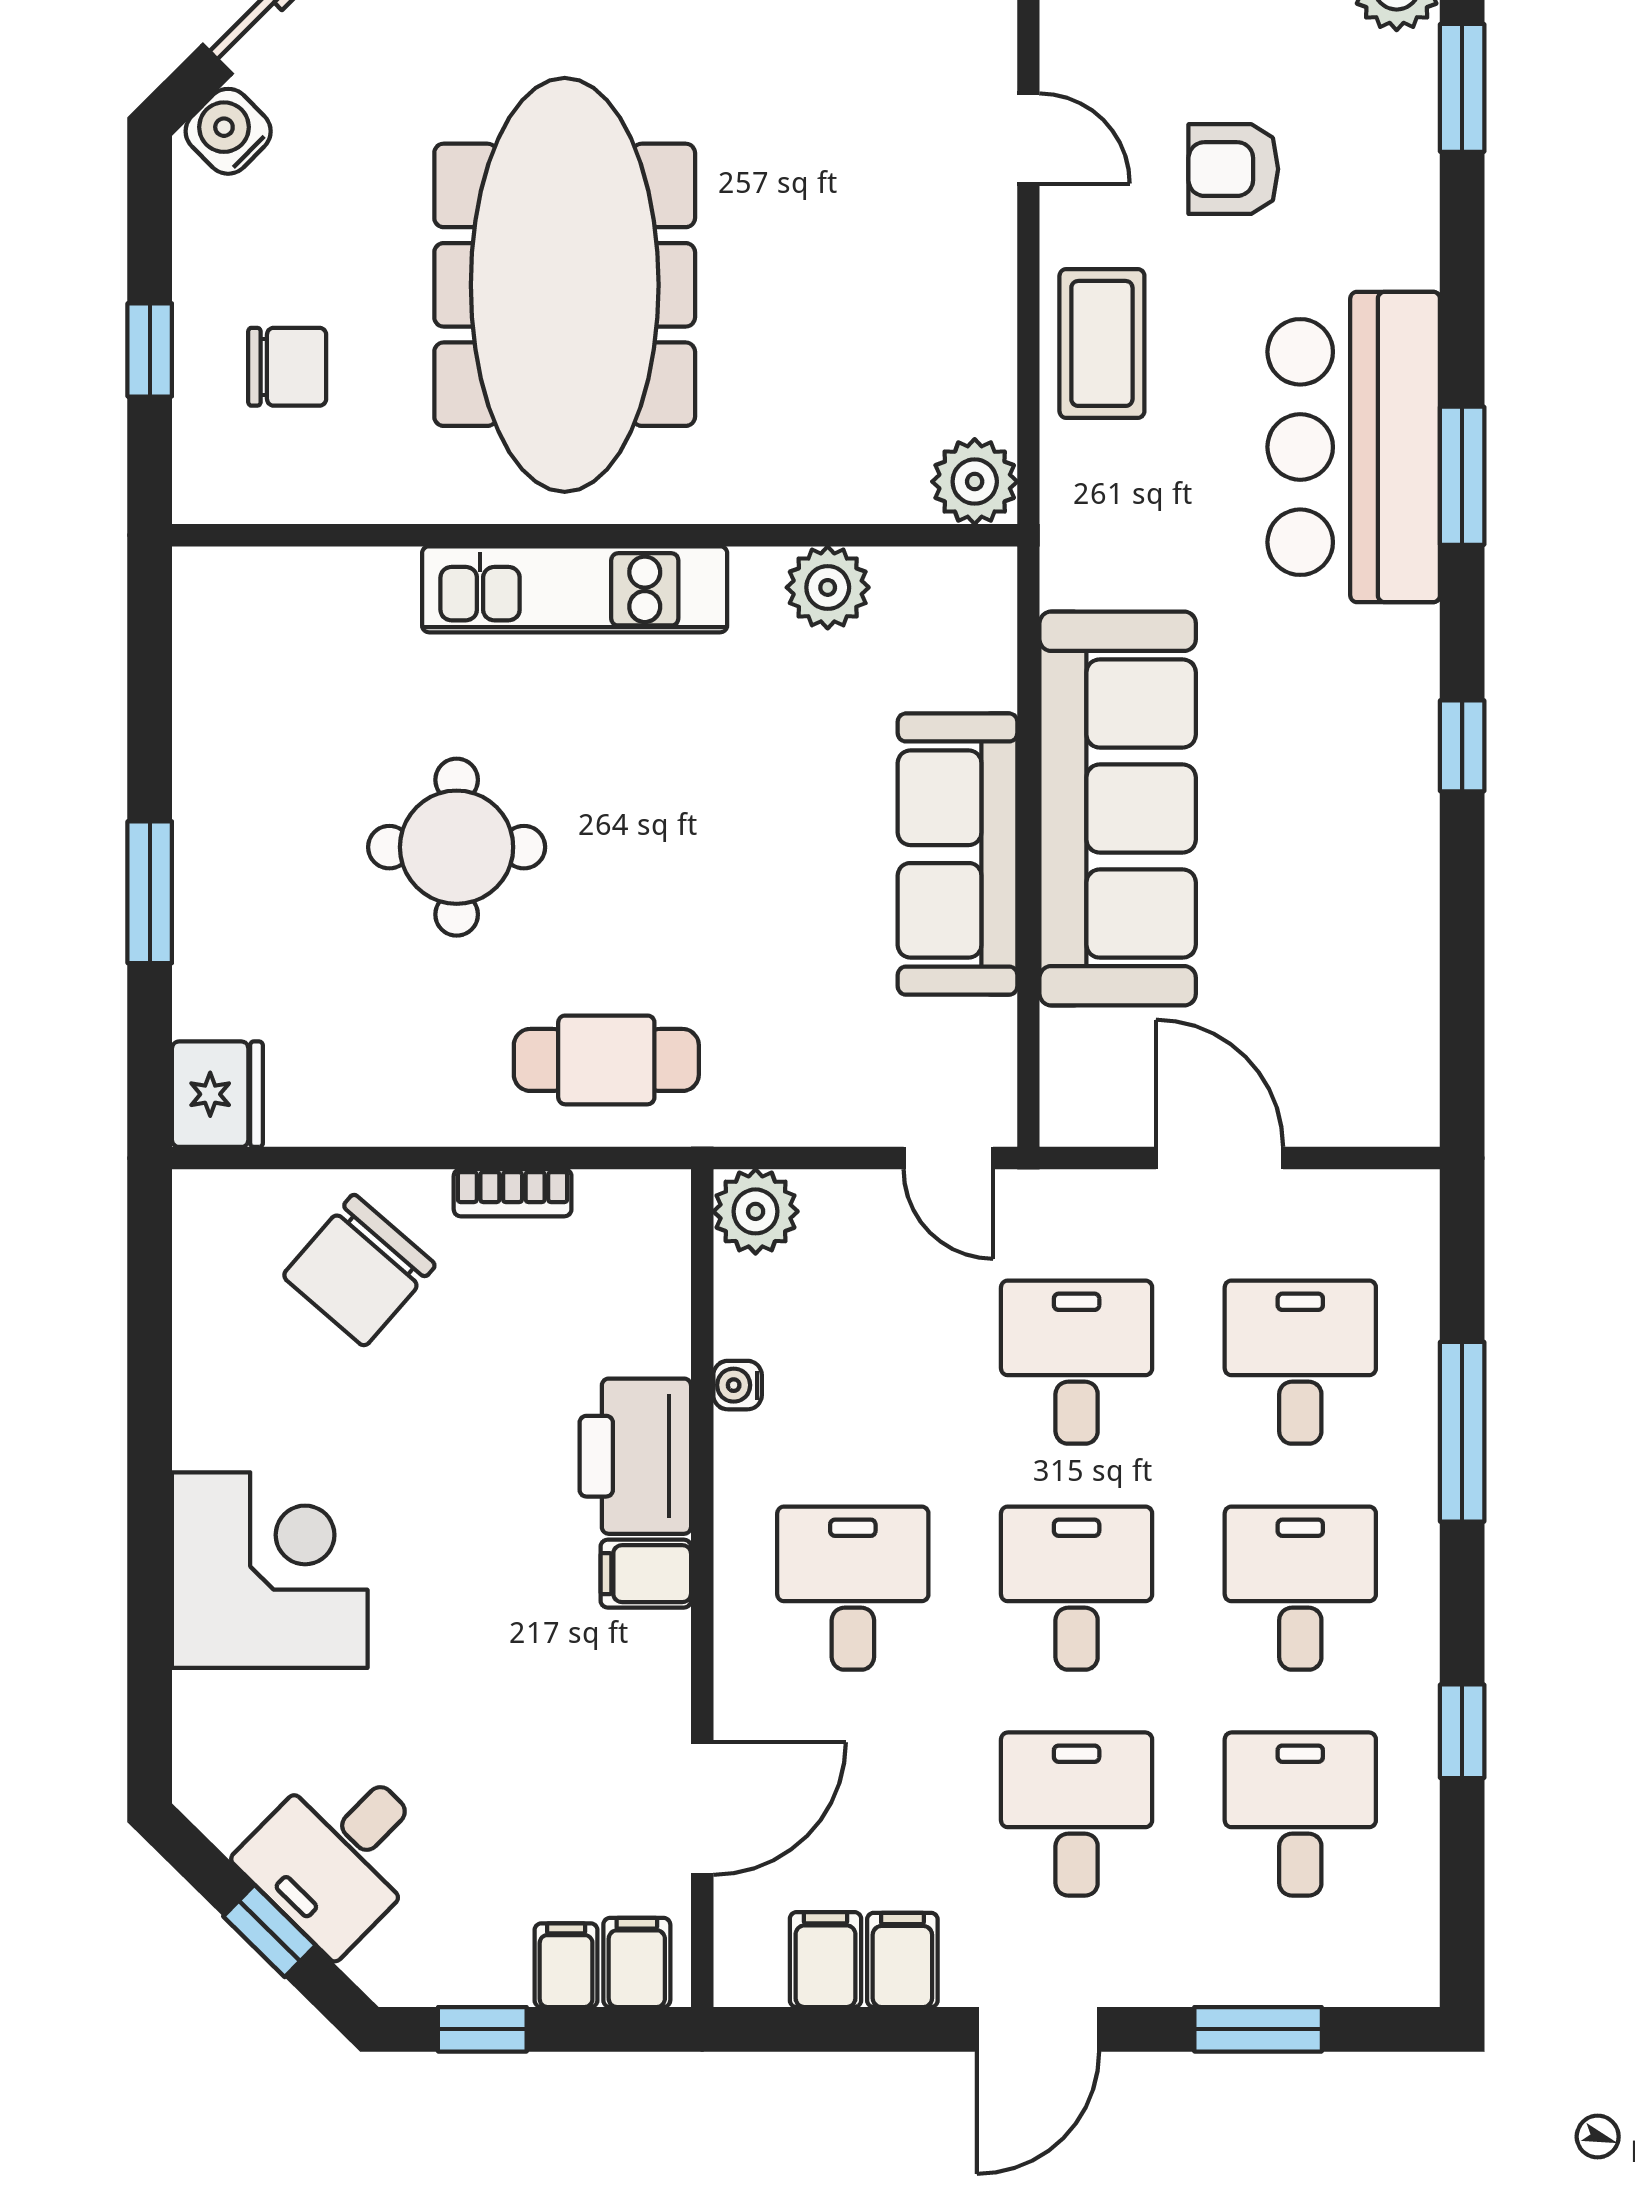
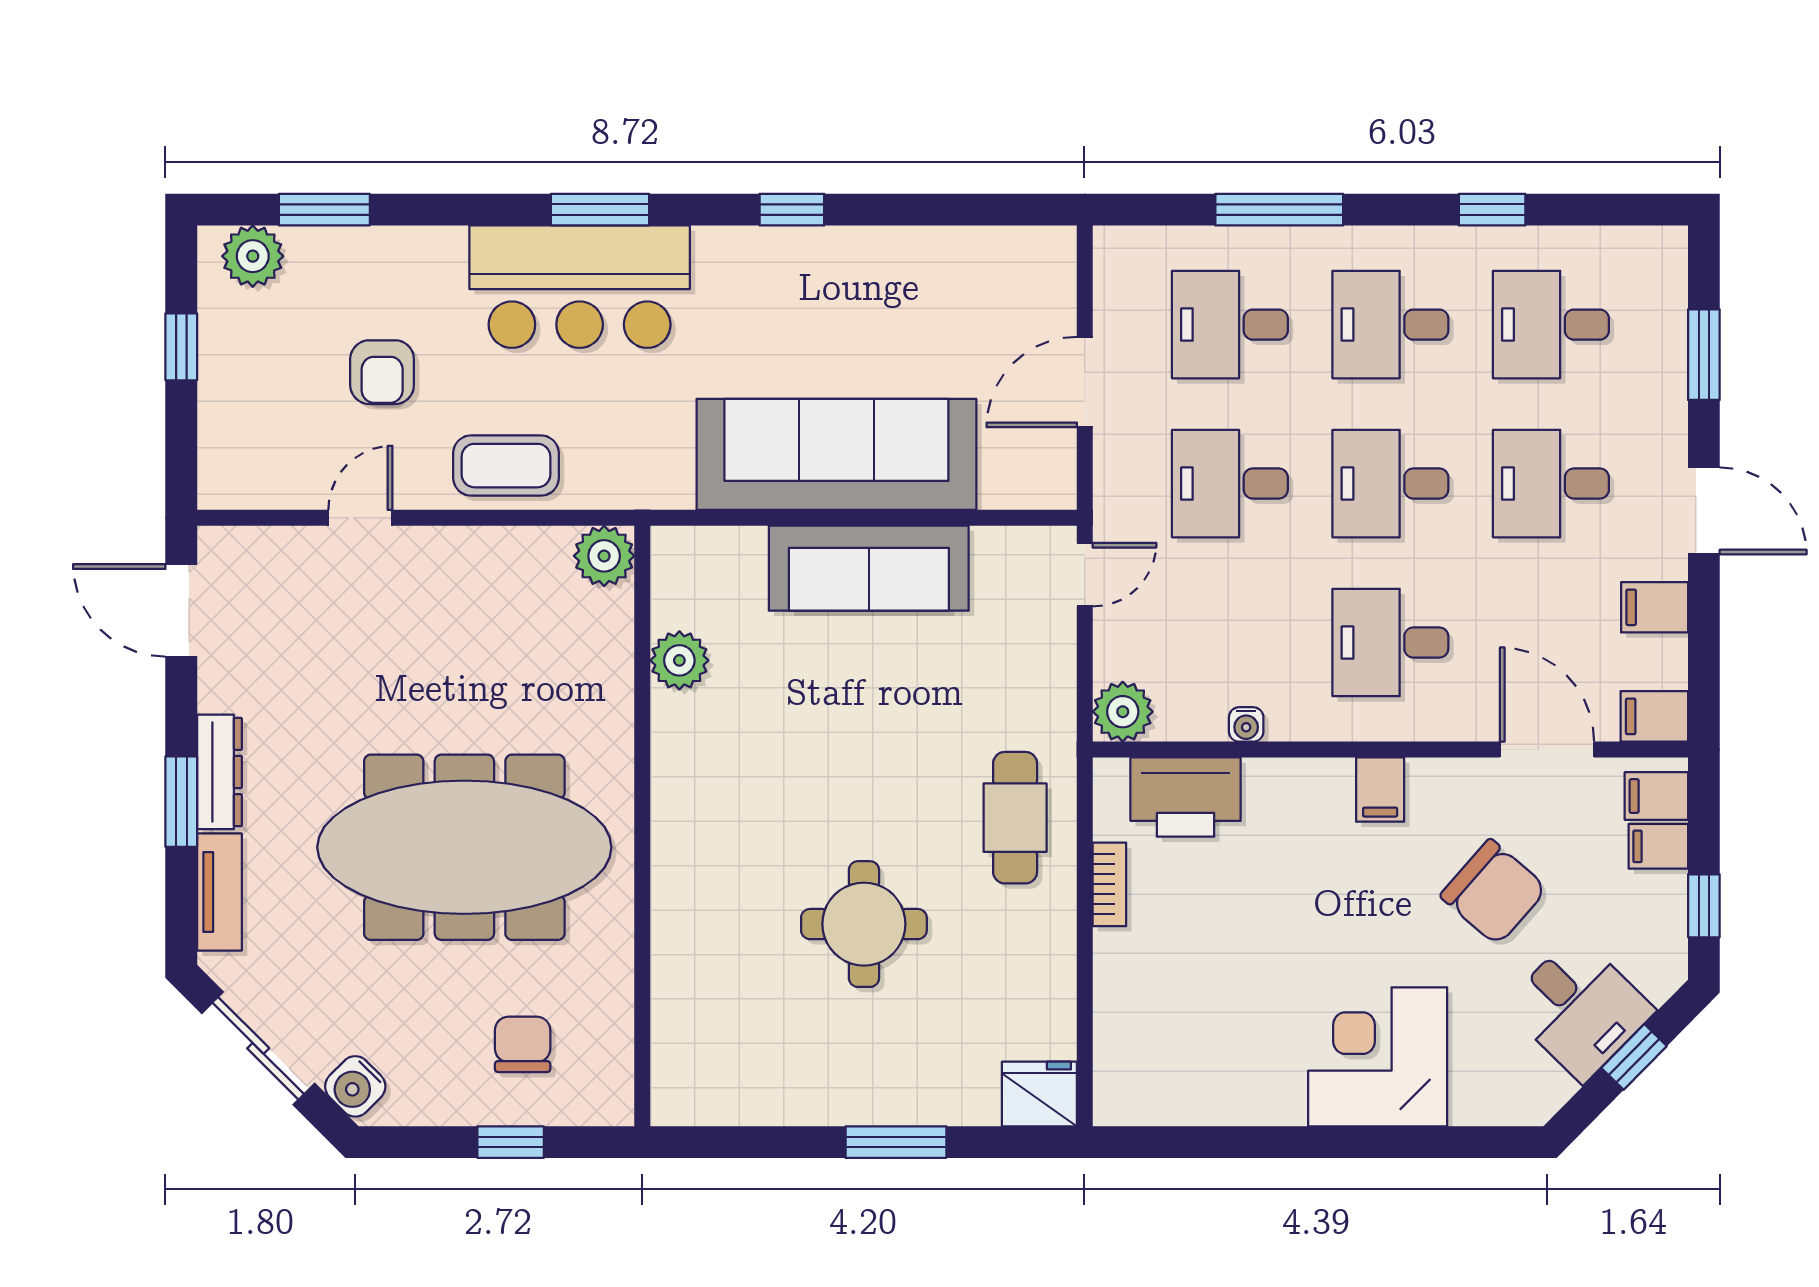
kitchen unit: (575, 589) -> (681, 840), removed
chair: (359, 1270) -> (1494, 892), moved
printer: (635, 1456) -> (1186, 797), moved
filing cabinet: (825, 1960) -> (1654, 716), moved

